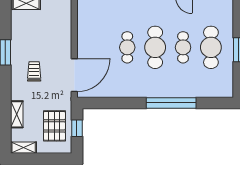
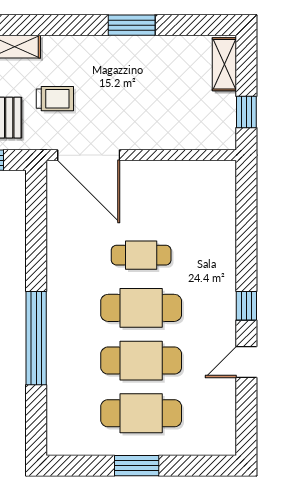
cafe table: (183, 47) -> (141, 361), width x1.37, depth x1.35
trolley: (34, 71) -> (55, 99), moved

